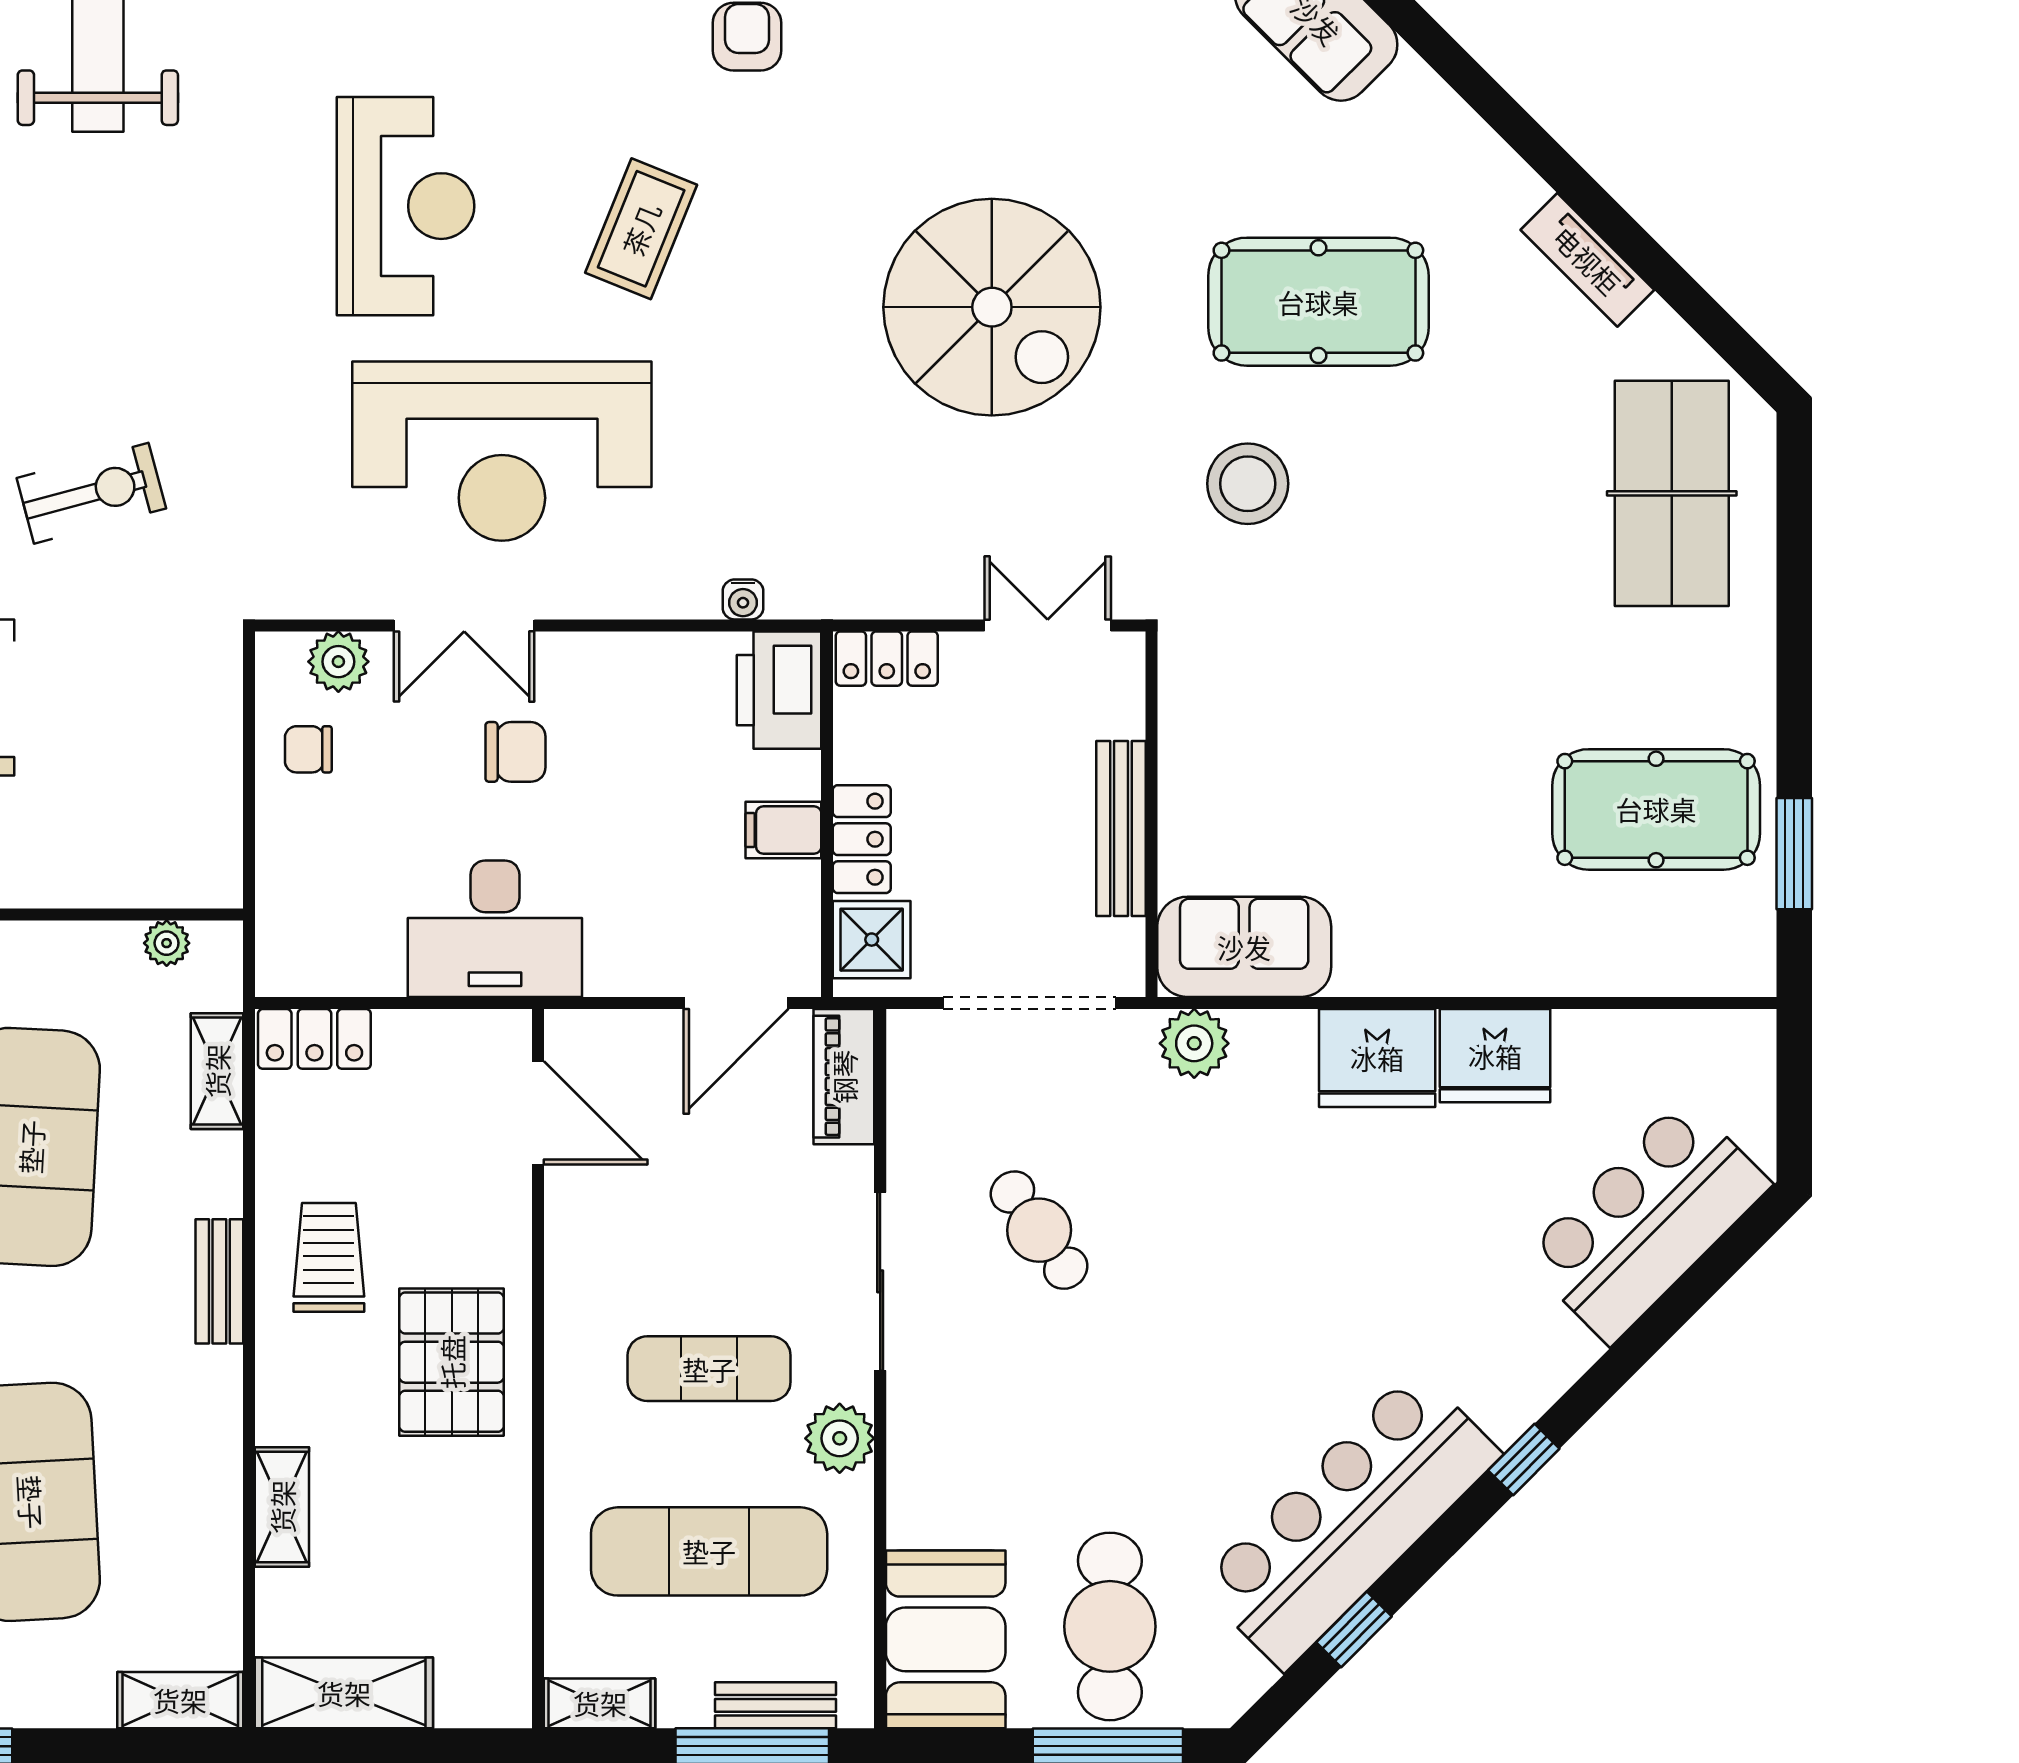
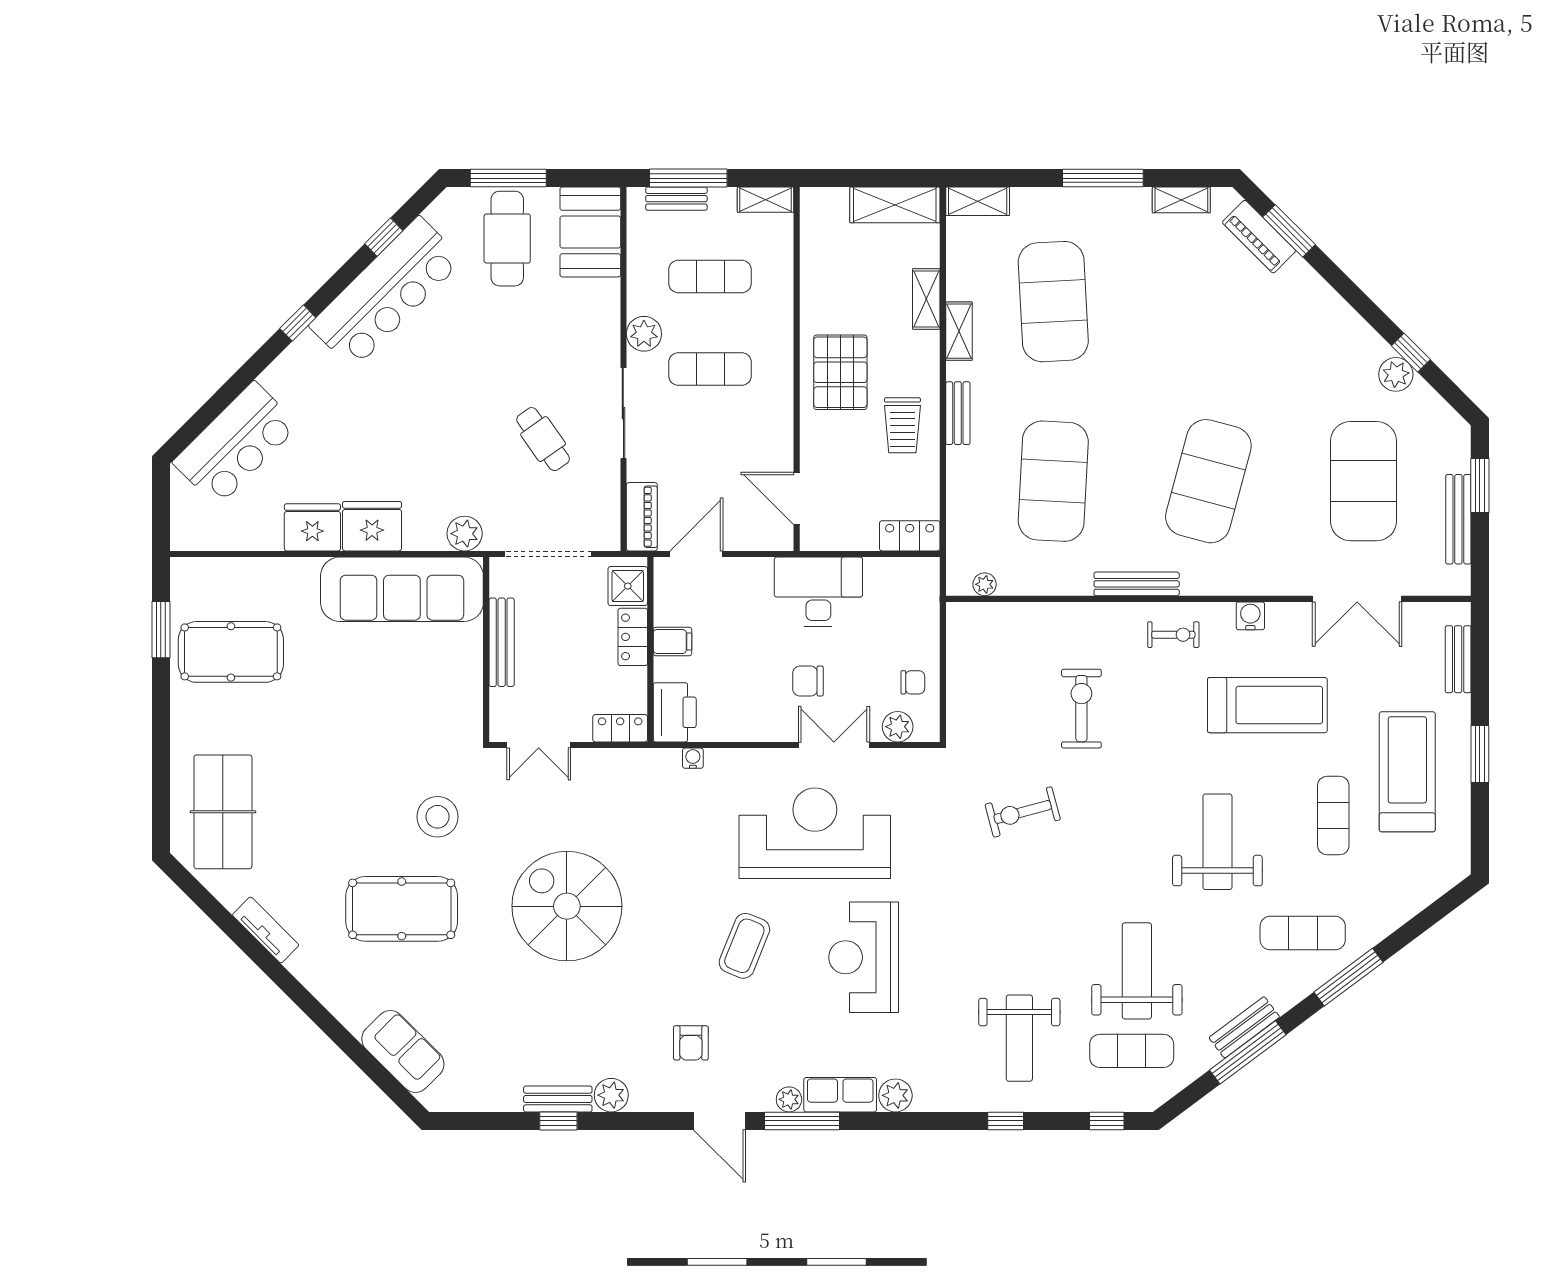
sofa: (1244, 947) -> (402, 589), width x1.85, depth x1.27
shelving: (217, 1071) -> (959, 331), moved
exercise mat: (709, 1551) -> (710, 276), width x0.73, depth x0.69

